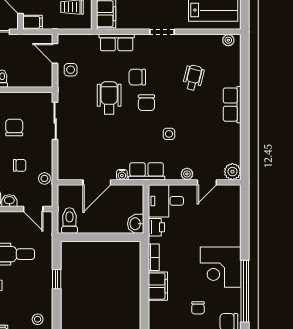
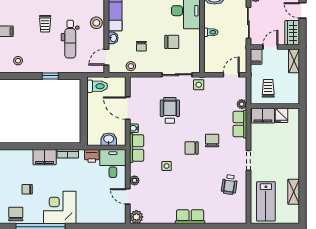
plant: (228, 40) -> (242, 104), moved
side table: (71, 70) -> (199, 85), moved
wheelchair: (194, 78) -> (229, 185), moved, turned 84
wheelchair: (109, 98) -> (170, 110), moved, turned -90
washbasin: (136, 224) -> (109, 139), moved

